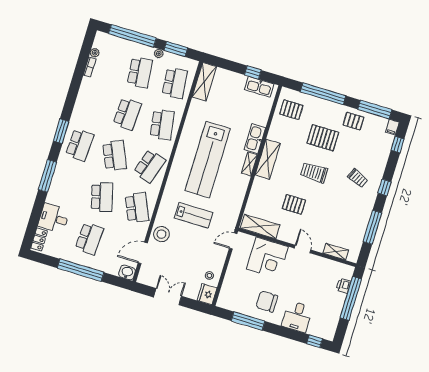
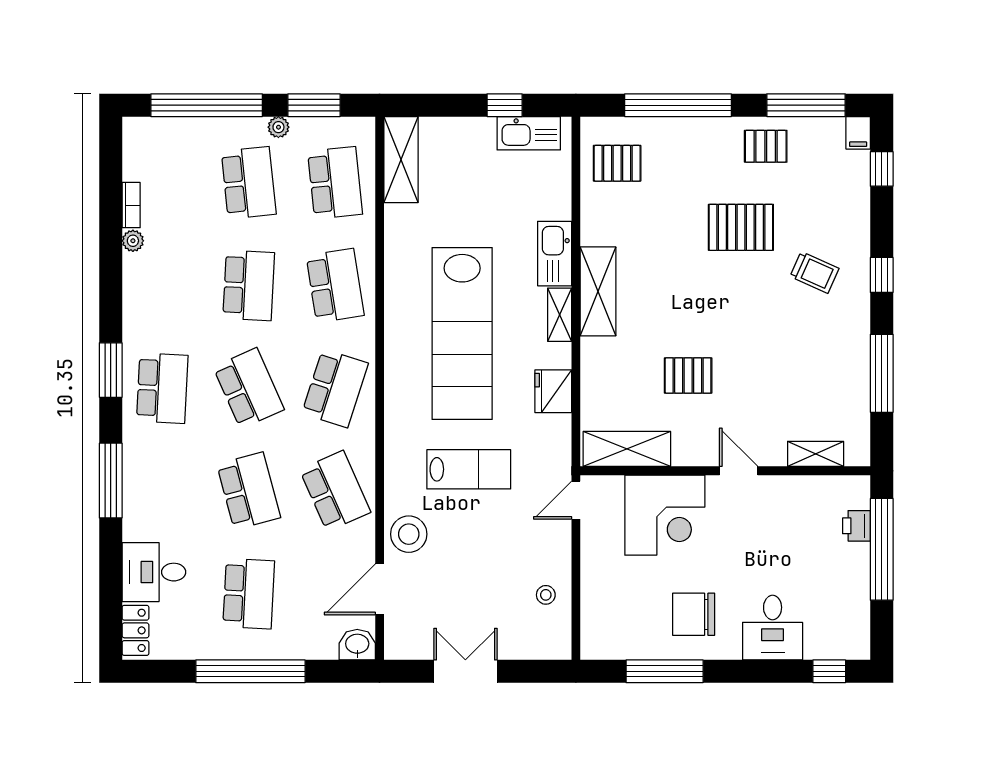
plant: (95, 53) -> (133, 241), moved
pallet: (323, 138) -> (741, 227), moved
trolley: (314, 172) -> (712, 290), removed
fridge: (207, 294) -> (553, 391), moved

